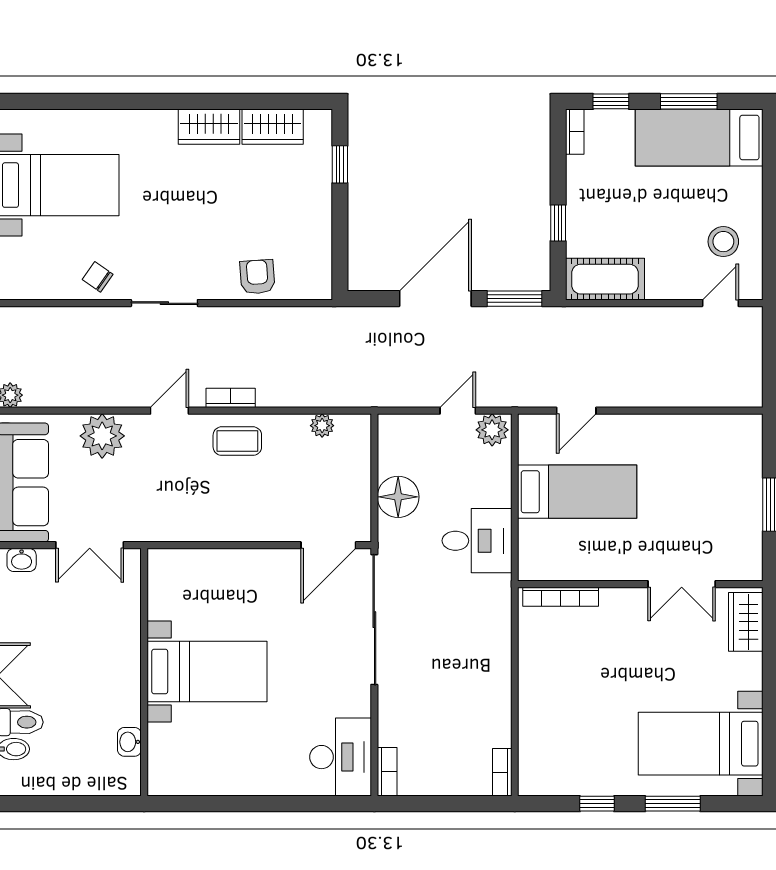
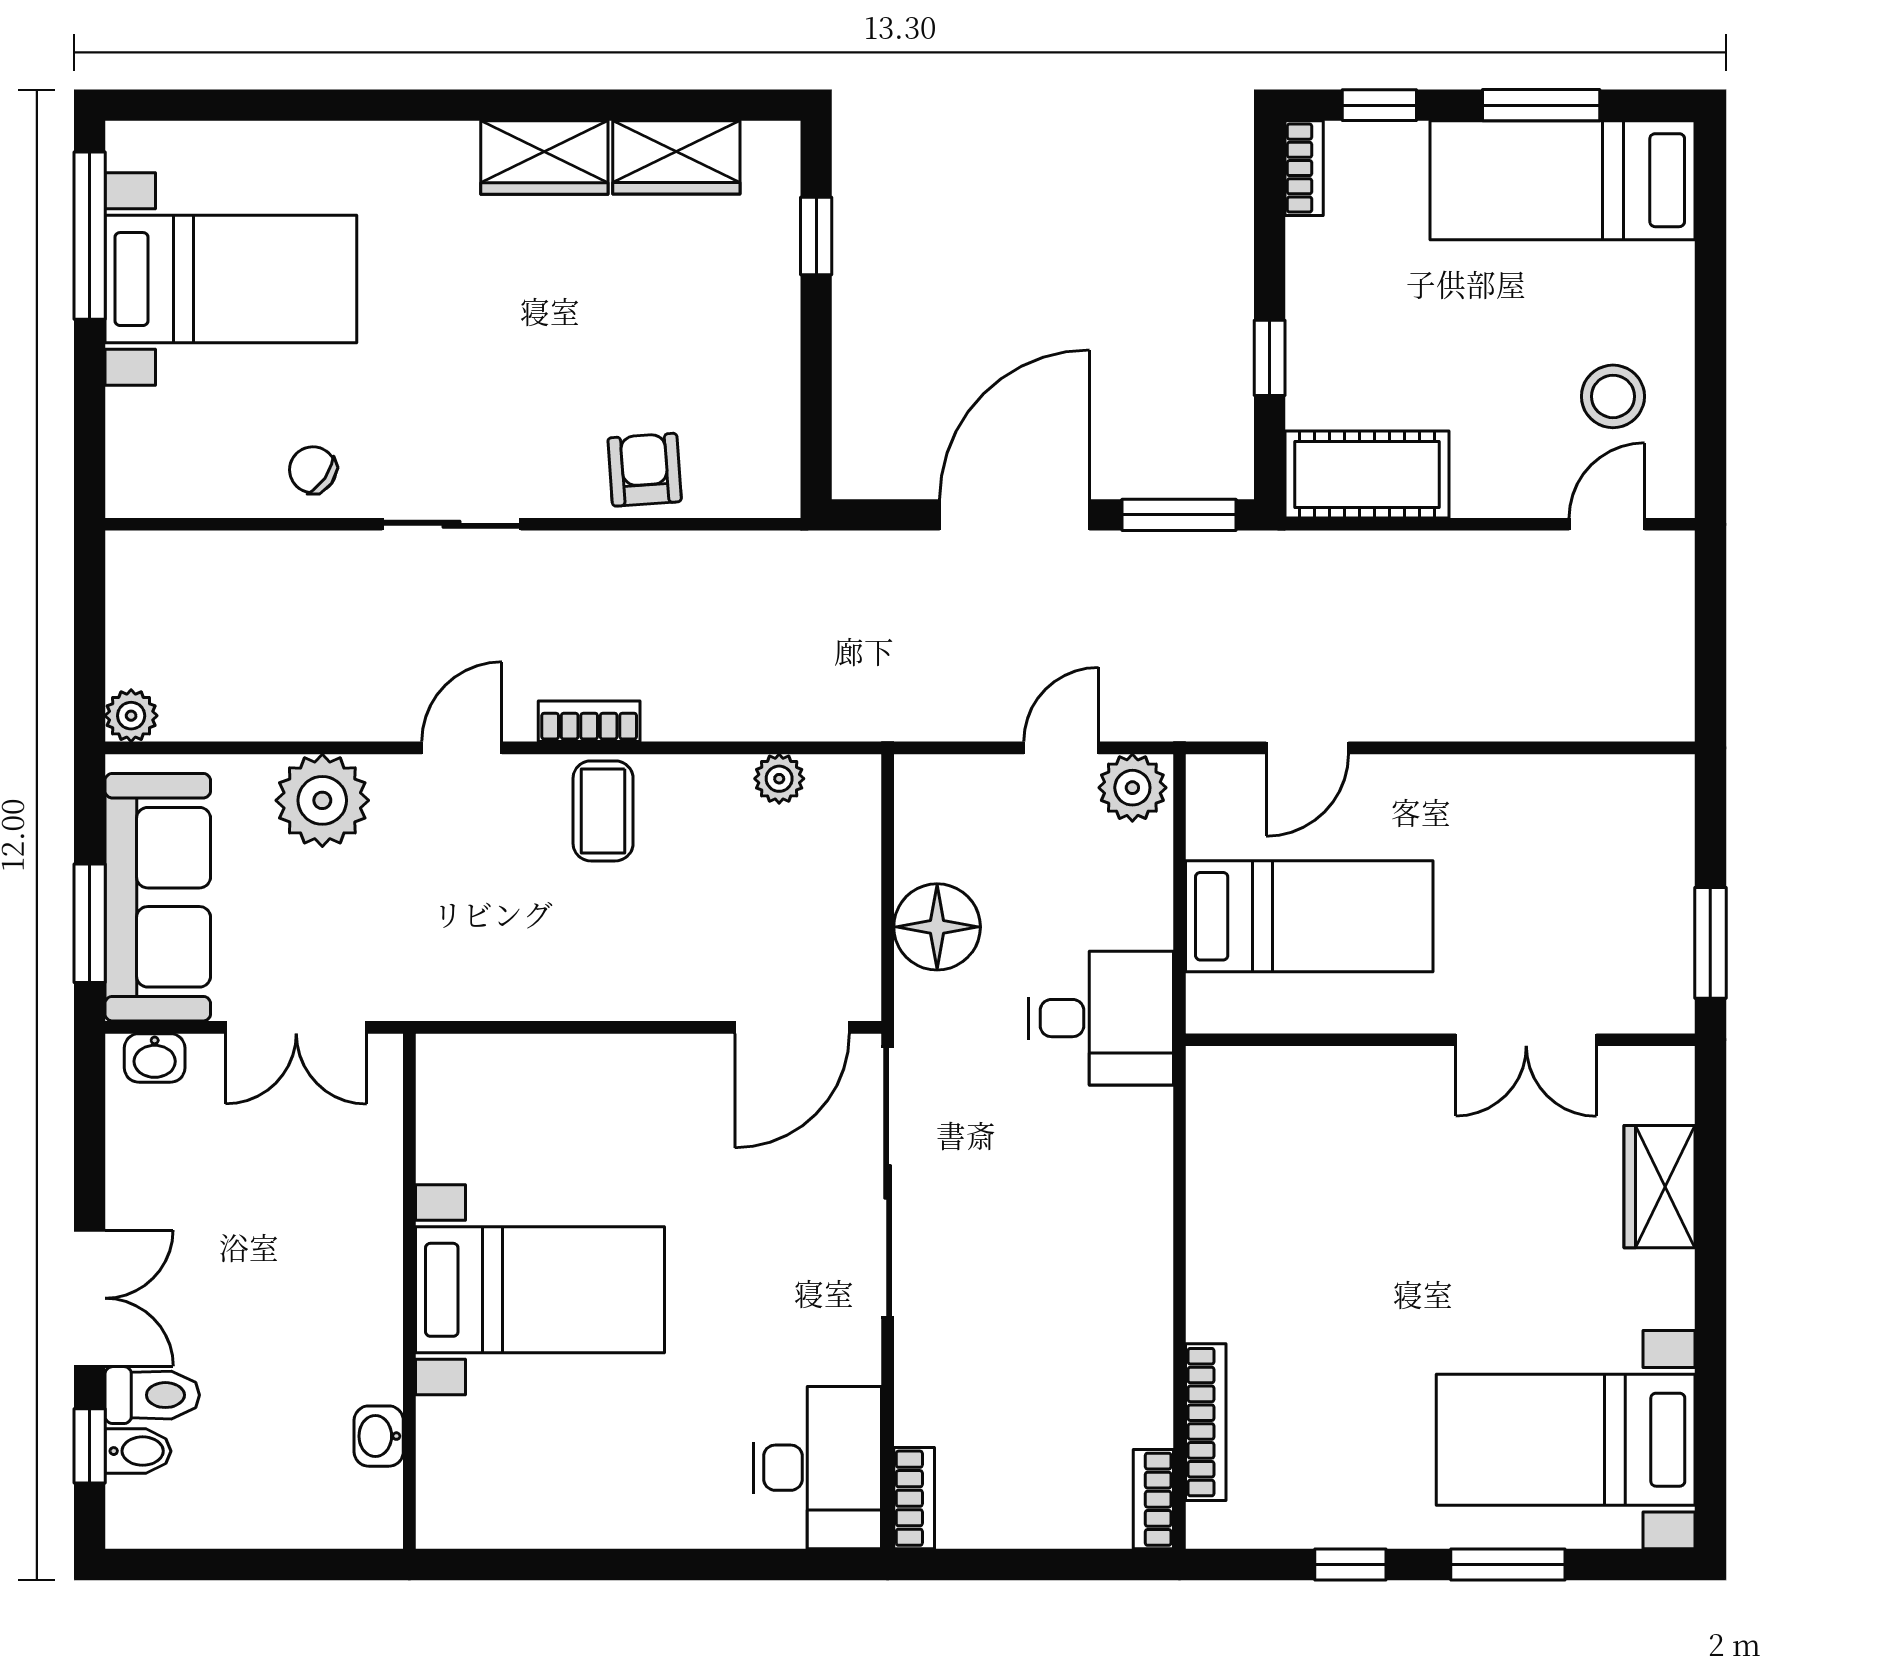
coffee table: (237, 441) -> (603, 811), turned 90
wall: (640, 584) -> (1440, 1040), moved
double door: (682, 584) -> (1526, 1040), moved
bookcase: (561, 597) -> (1206, 1422), moved, turned -90

